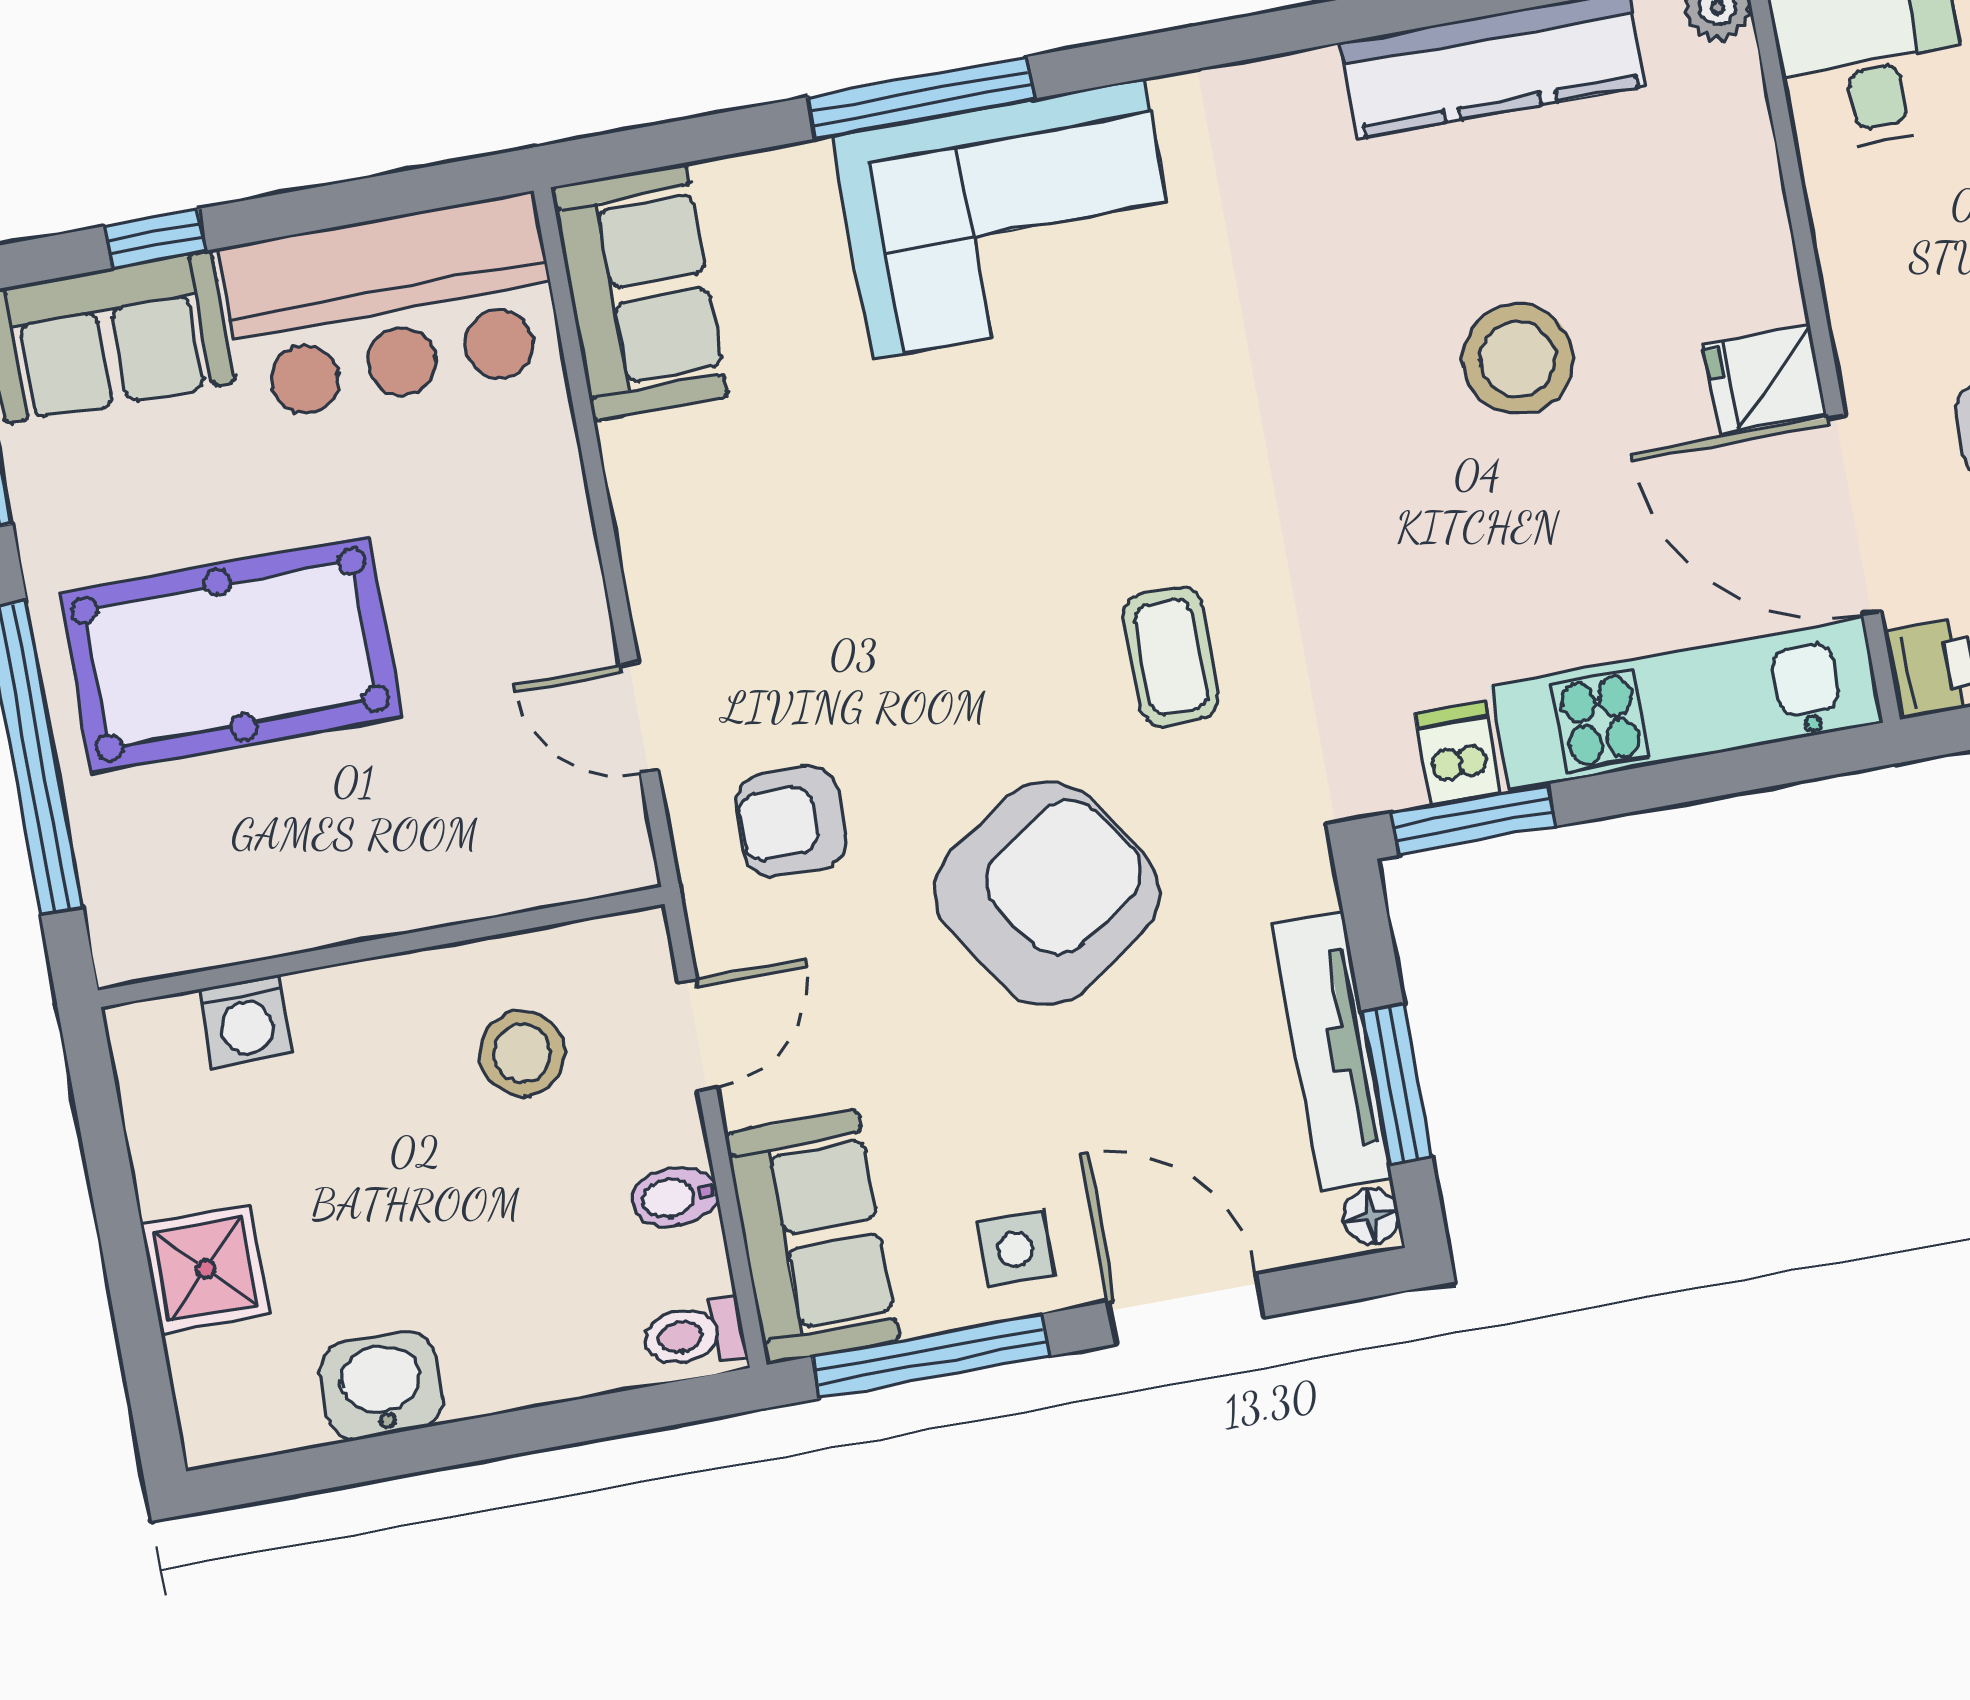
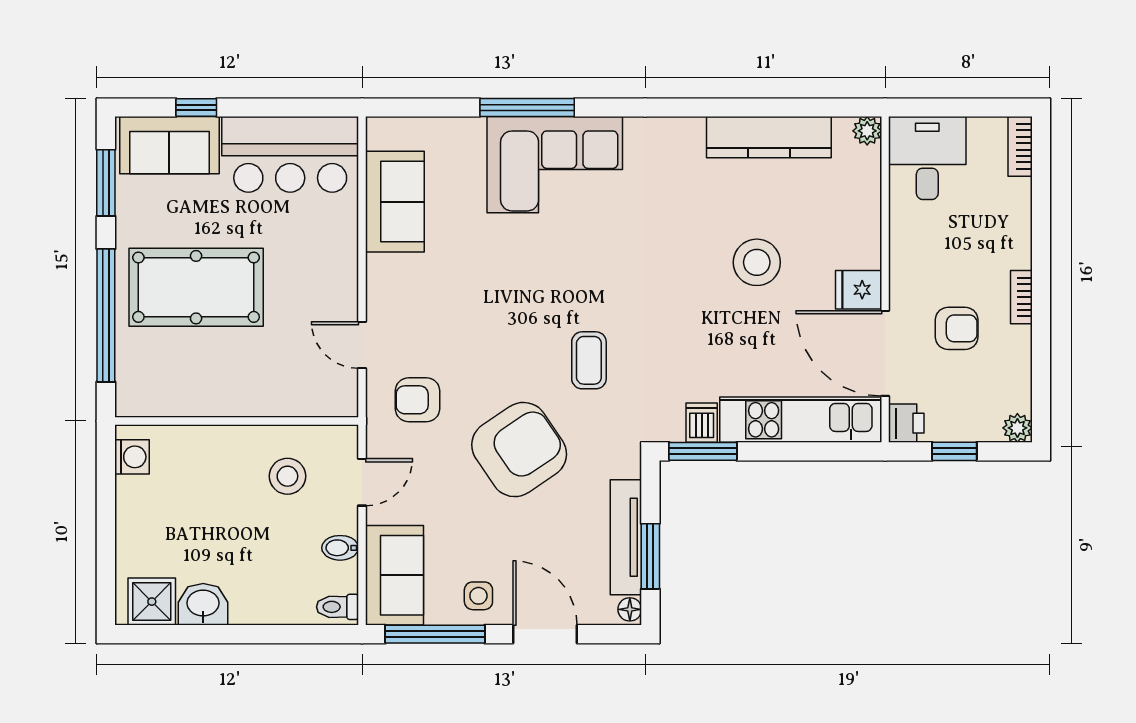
sofa: (639, 292) -> (395, 202), moved
washing machine: (246, 1022) -> (132, 457), moved, turned -90
shower: (205, 1269) -> (152, 602), moved

